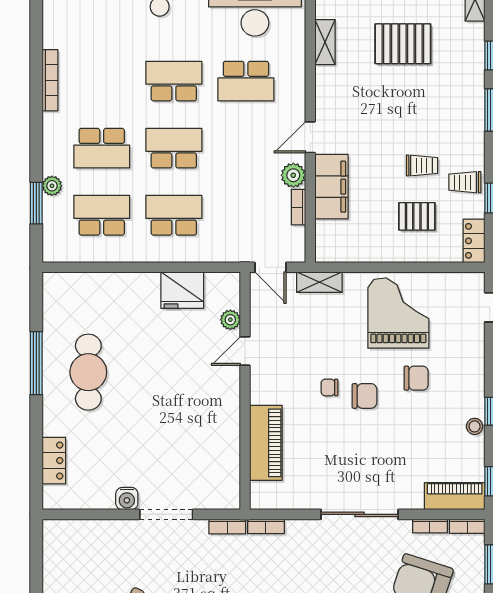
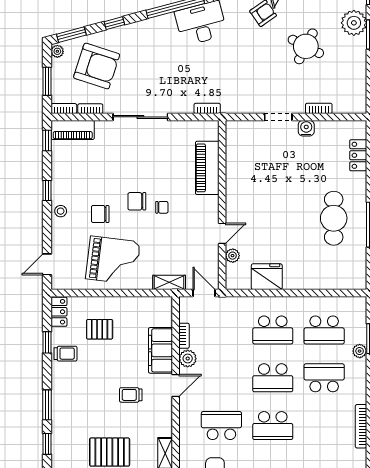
trolley: (422, 165) -> (131, 395), moved
grand piano: (398, 313) -> (113, 260), turned -83
stool: (475, 426) -> (61, 211), moved
doorway: (166, 514) -> (278, 117), width x0.73
bookcase: (227, 526) -> (319, 108), moved

